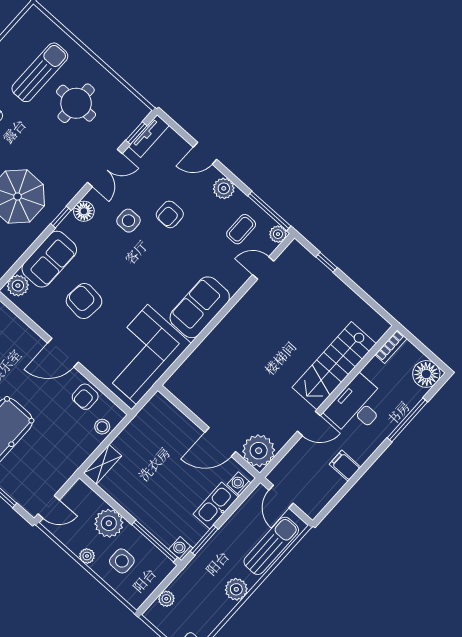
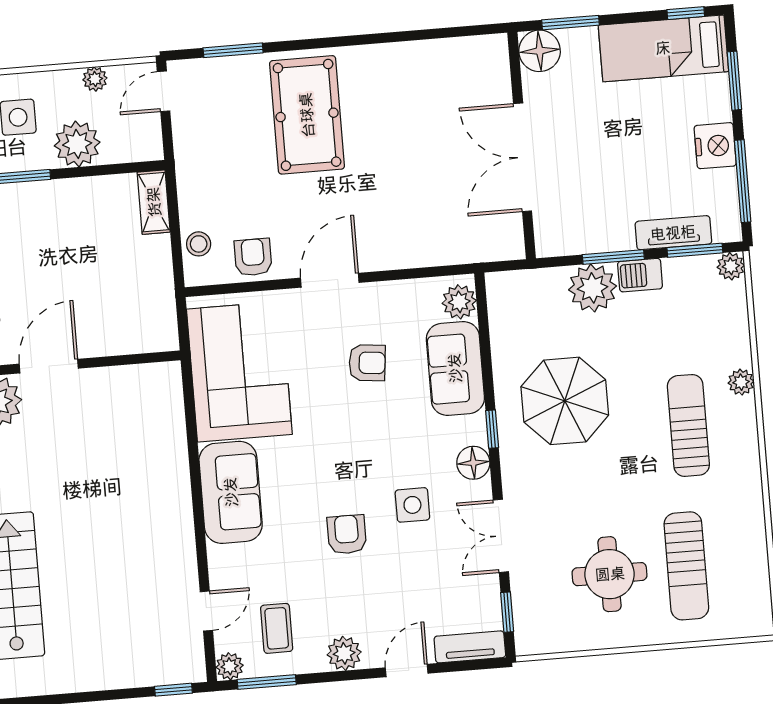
tv unit: (149, 136) -> (470, 647), moved, turned 90
window: (269, 211) -> (267, 682), width x0.69
armchair: (170, 214) -> (347, 534), moved
window: (327, 262) -> (173, 690), moved
armchair: (84, 301) -> (367, 363), width x0.72, depth x0.72
plant: (87, 556) -> (95, 79), moved

